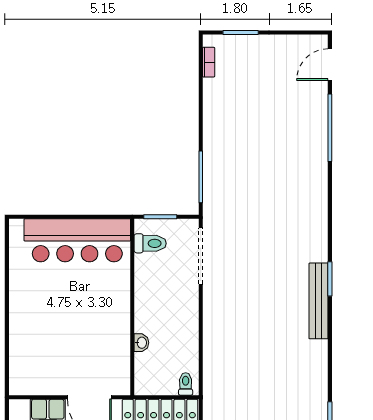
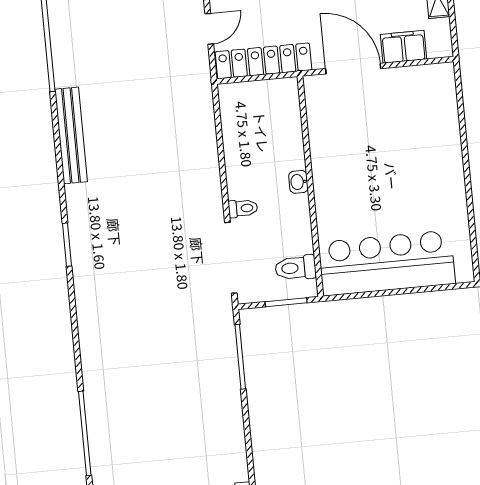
bench: (318, 301) -> (71, 135), moved
washbasin: (141, 343) -> (298, 182), moved
toilet: (186, 384) -> (243, 208), moved, turned -90

